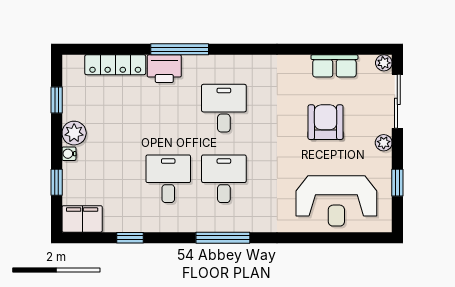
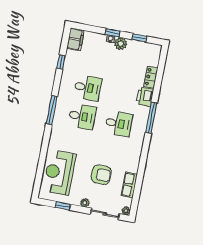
window: (180, 49) -> (151, 118), moved
locker: (115, 65) -> (151, 77), width x0.66
window: (57, 182) -> (113, 33), moved

